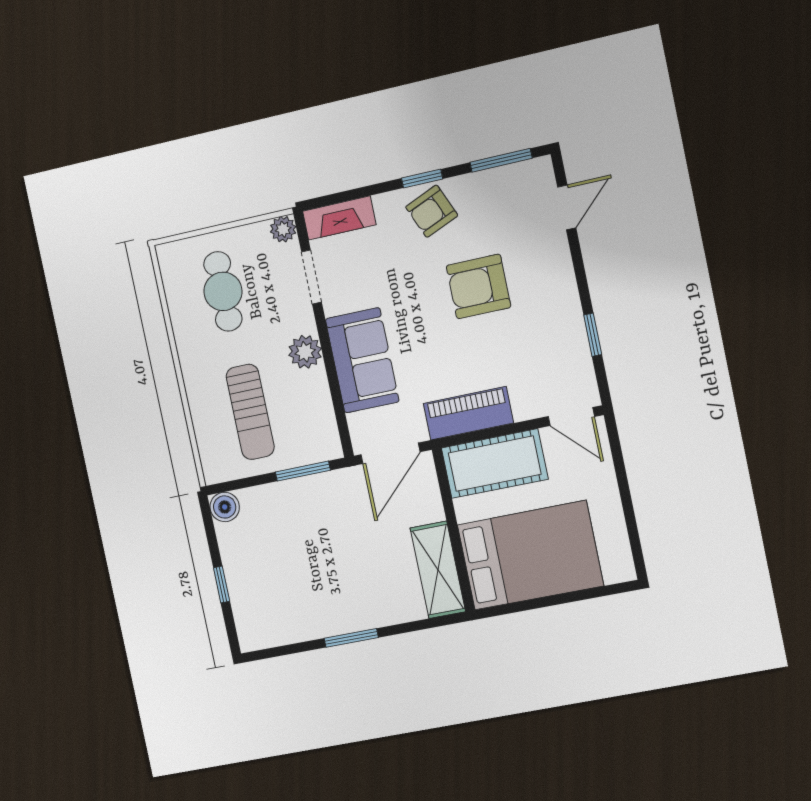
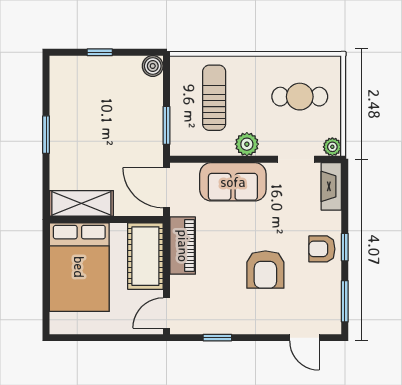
armchair: (432, 211) -> (322, 249), turned -67
armchair: (478, 286) -> (265, 270), turned 180
sun lounger: (250, 412) -> (214, 98), turned 90

